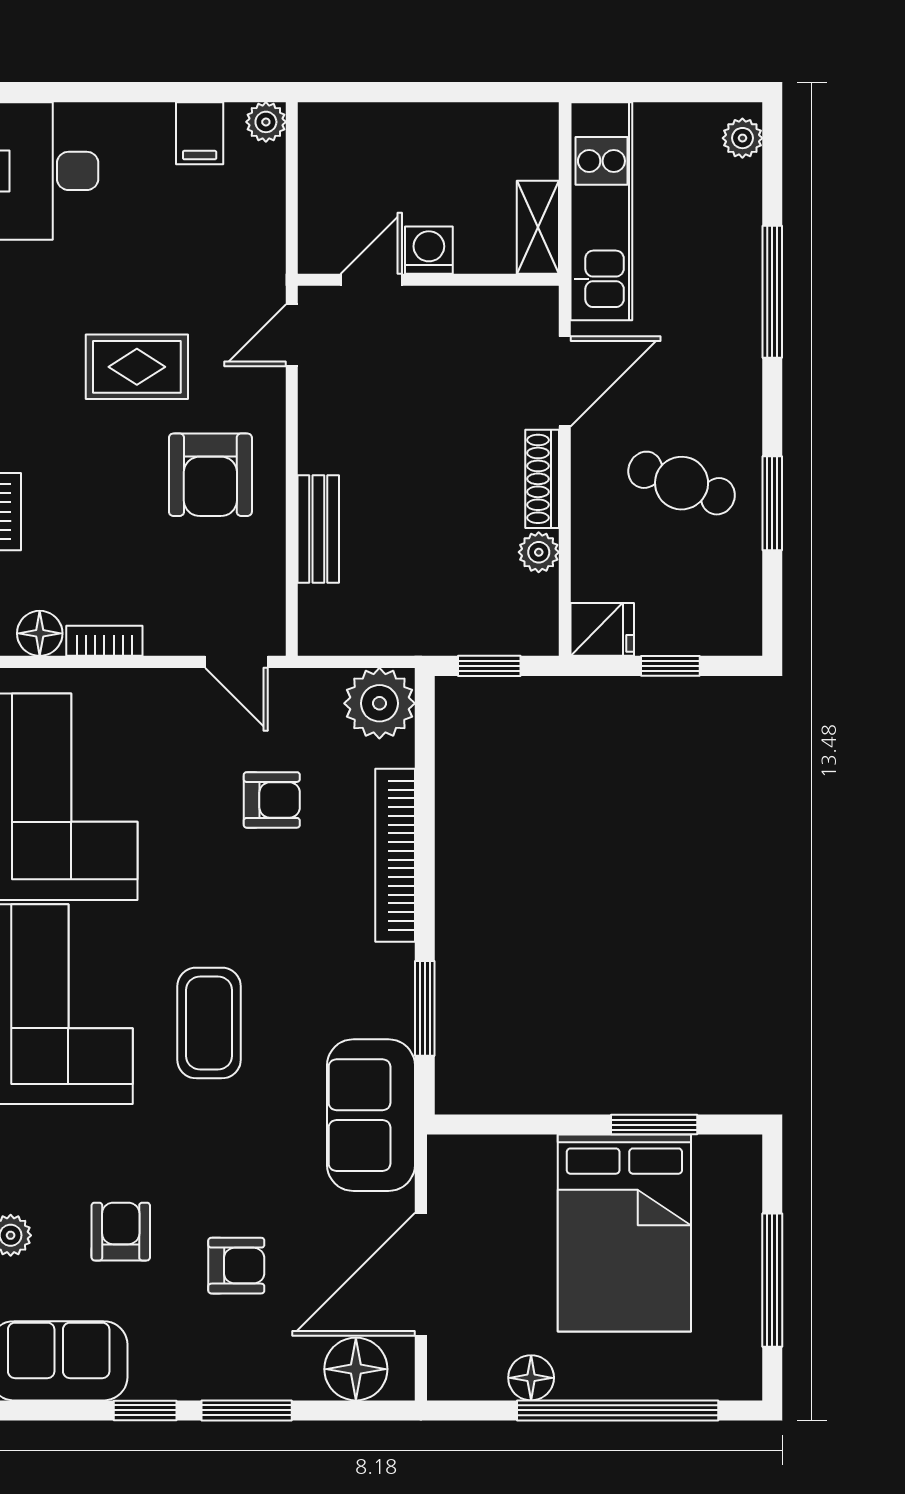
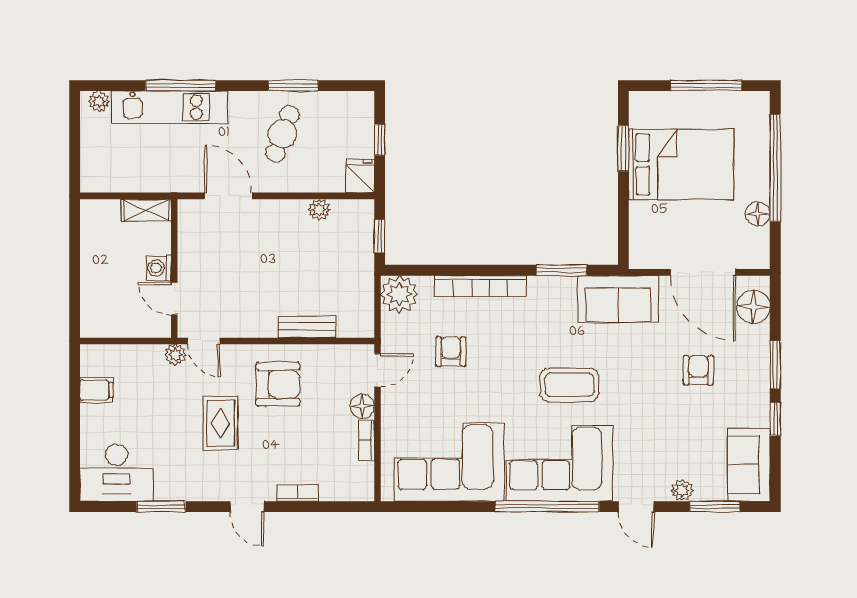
plant: (266, 122) -> (175, 355), moved
kitchen unit: (601, 211) -> (170, 107), moved, turned 180
shoe rack: (542, 479) -> (280, 208), removed
floor lamp: (40, 633) -> (362, 406), moved
armchair: (121, 1232) -> (680, 432), removed

